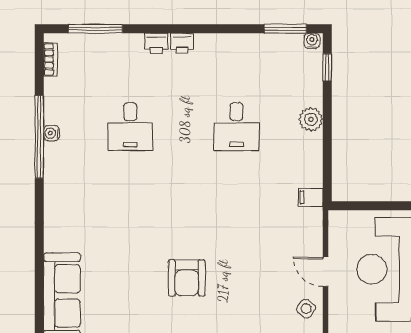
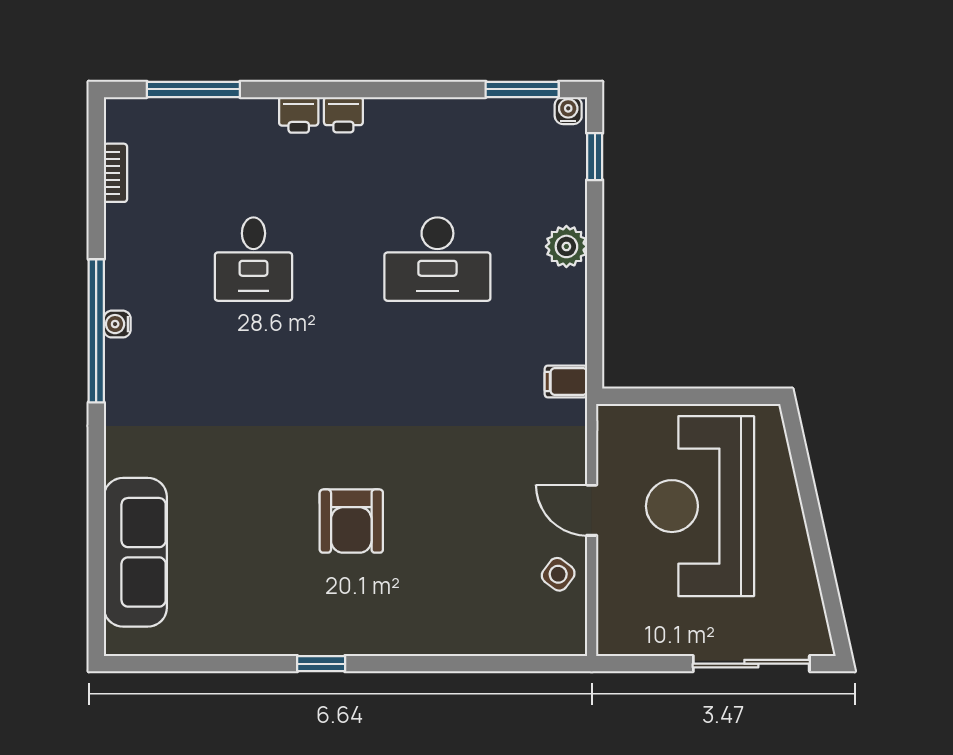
bookcase: (50, 59) -> (115, 173), moved
desk: (236, 127) -> (437, 259), width x1.37
water cooler: (51, 133) -> (117, 324), moved
window: (39, 137) -> (96, 331), moved

